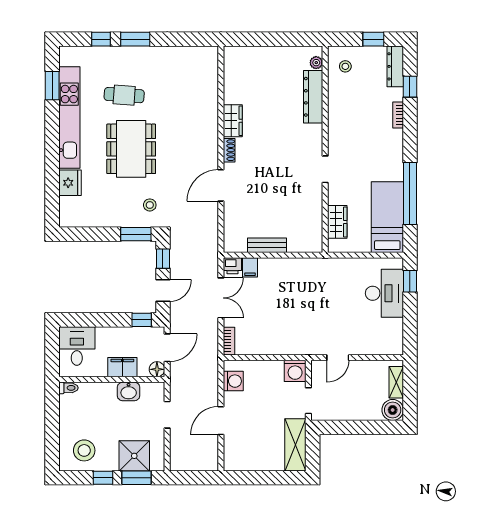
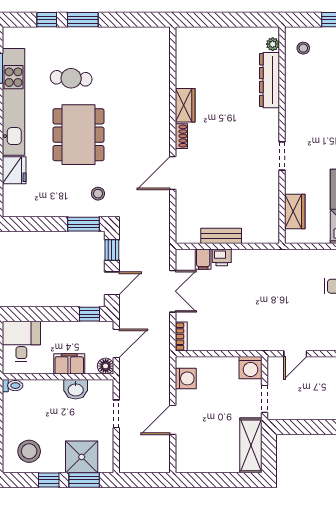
printer: (232, 266) -> (222, 257), moved

